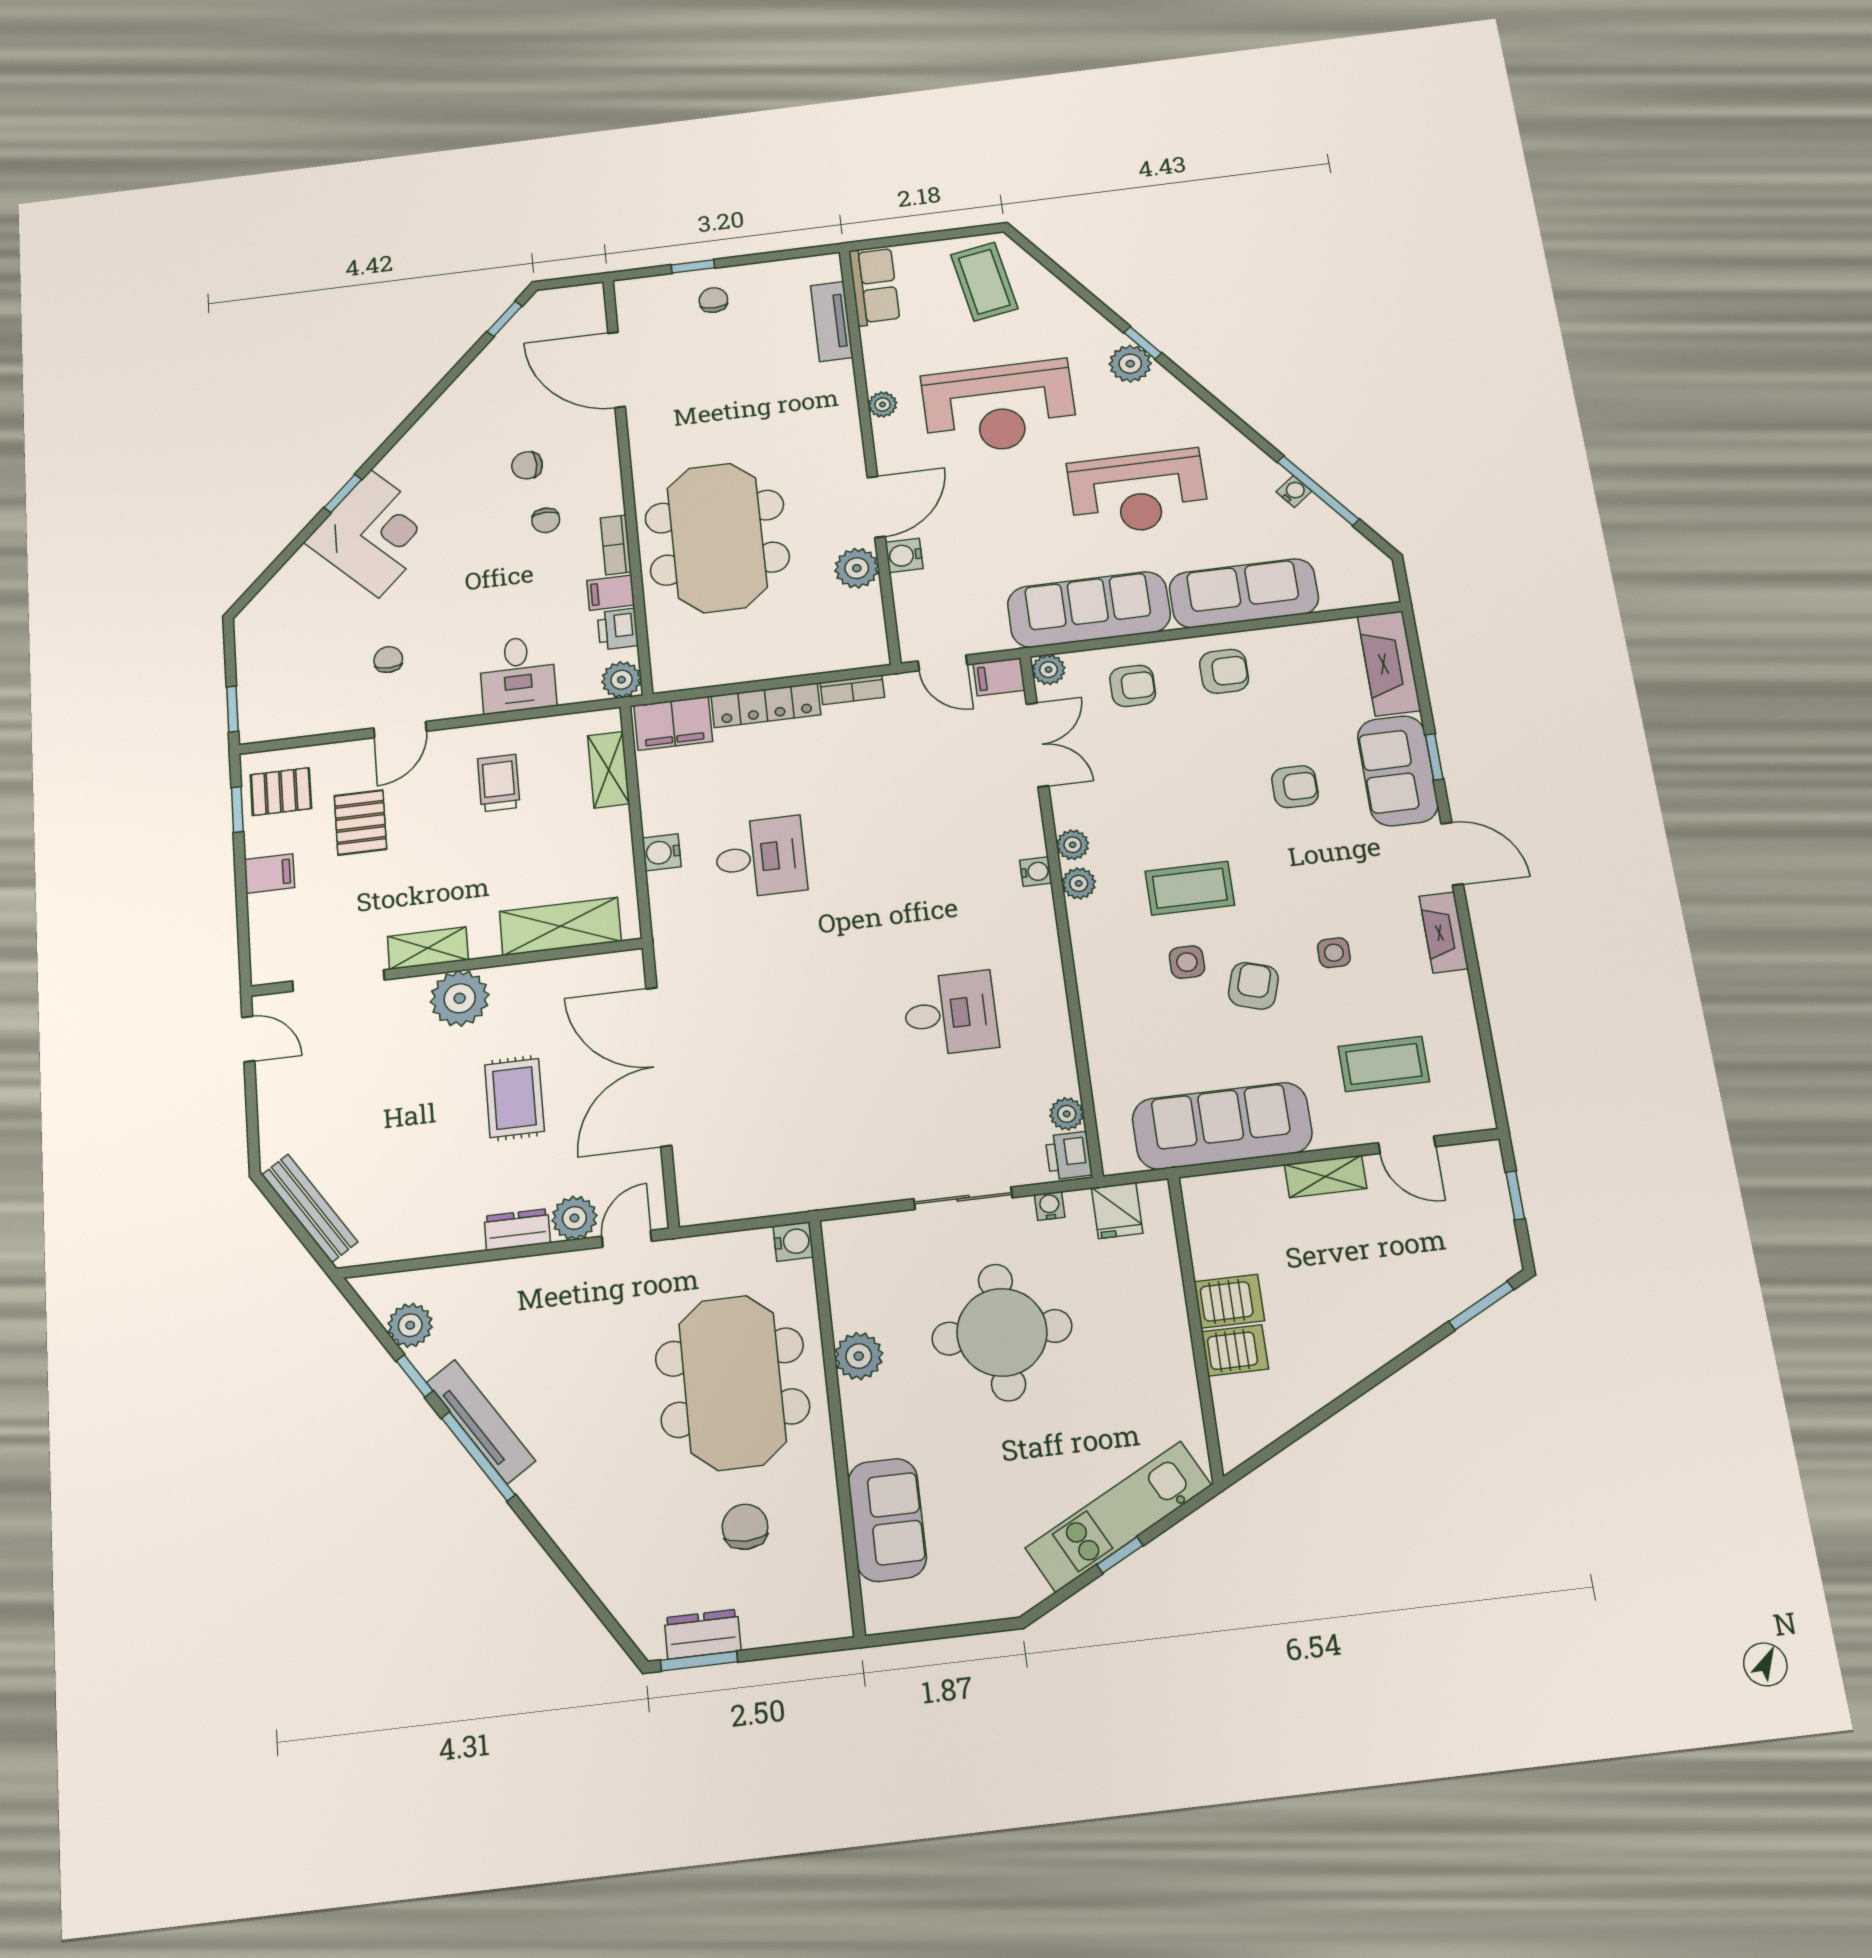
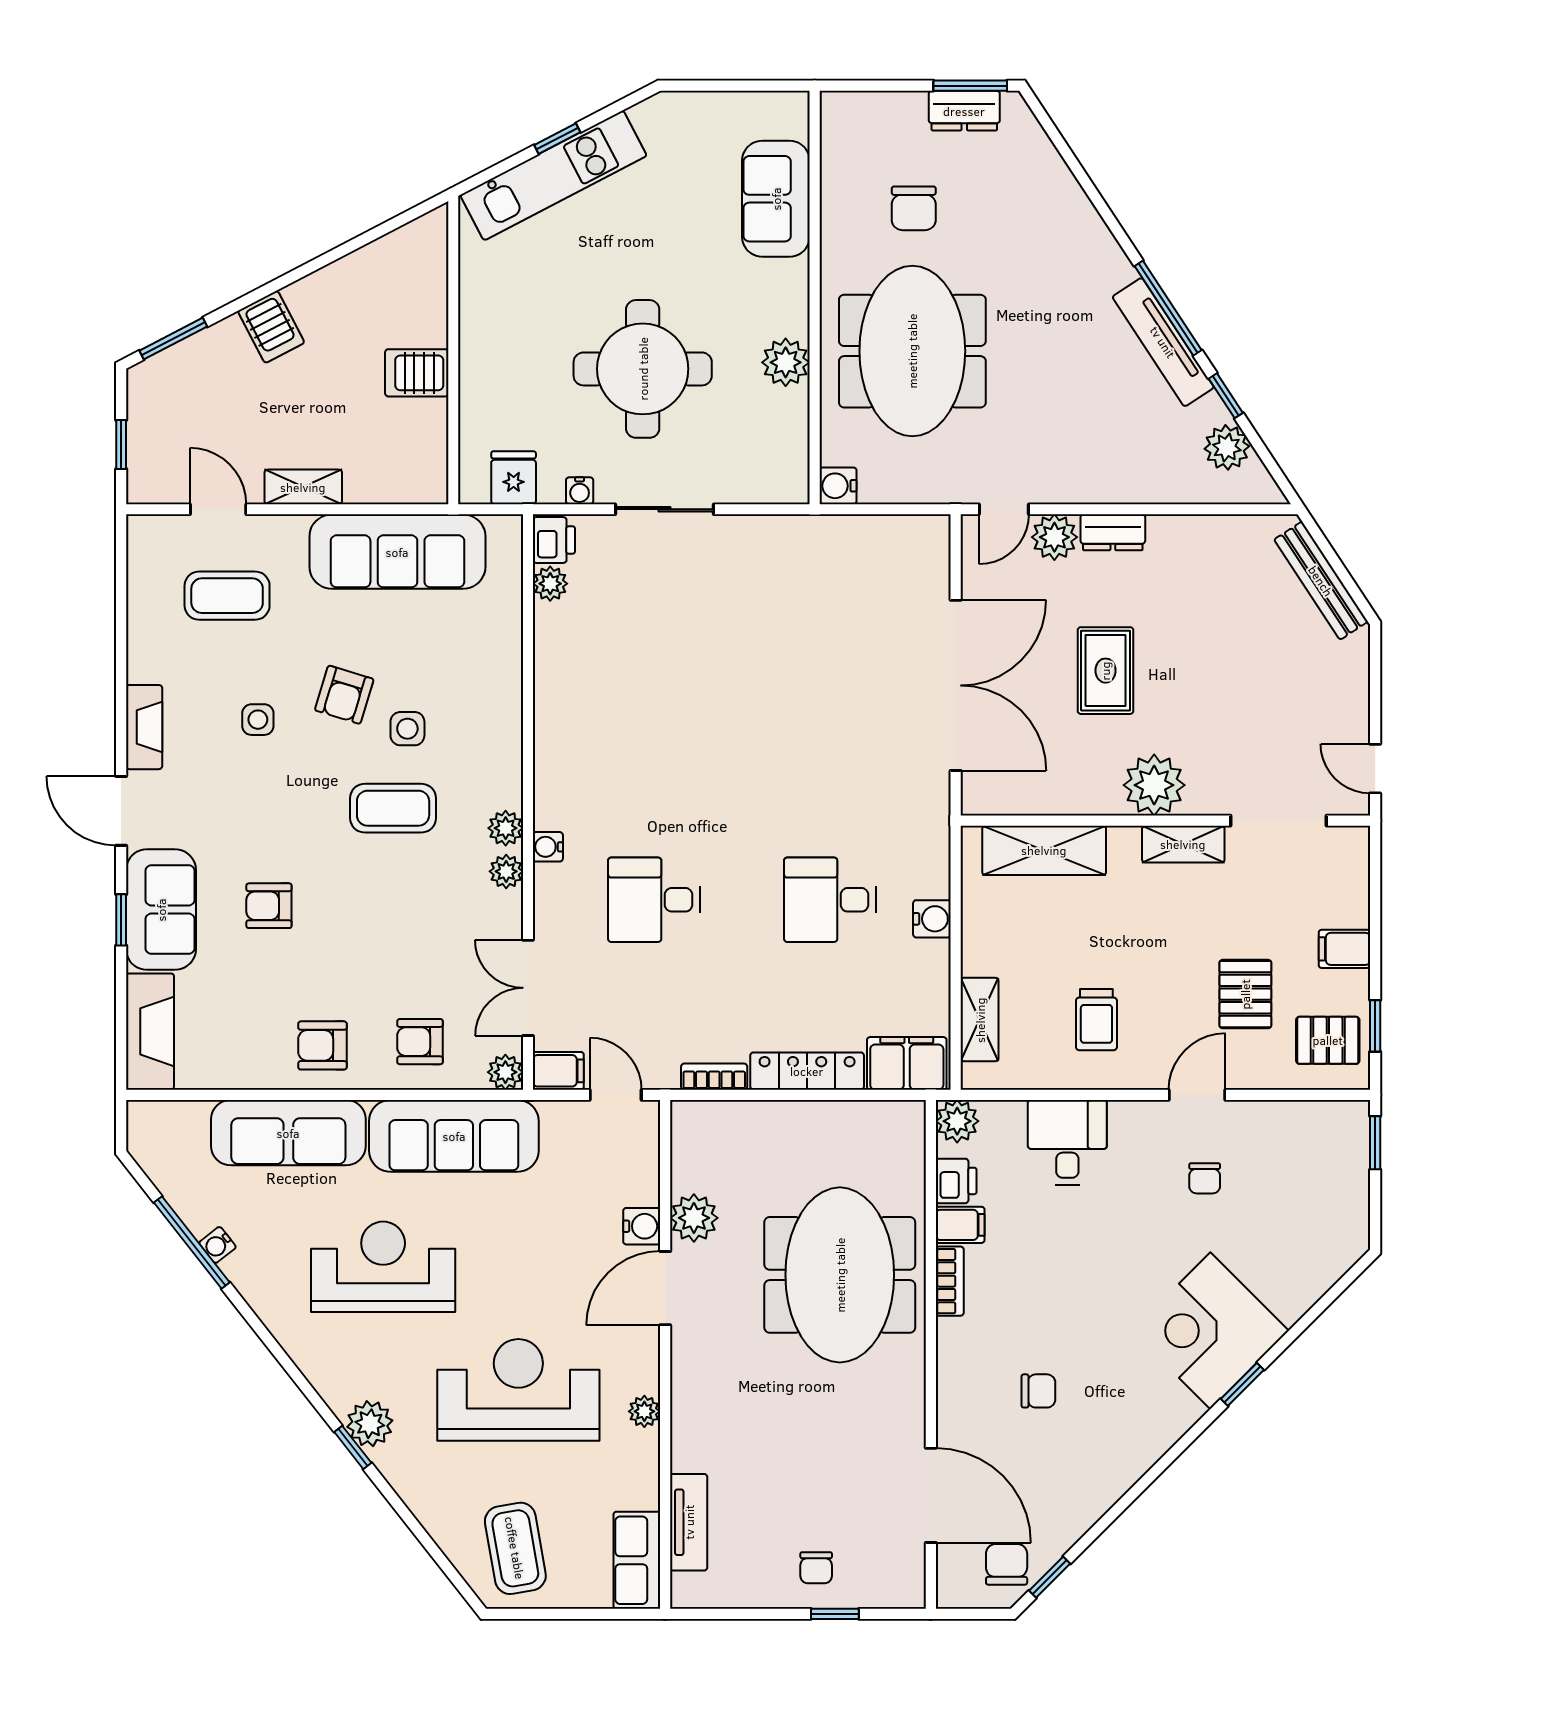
chair: (546, 520) -> (1007, 1564), moved, width x1.37, depth x1.37
desk: (950, 1014) -> (654, 900), moved
server rack: (1235, 1350) -> (271, 327), moved, turned -118

